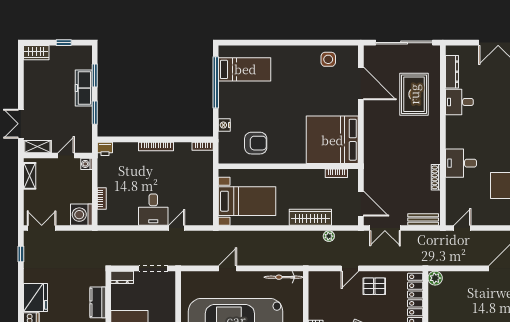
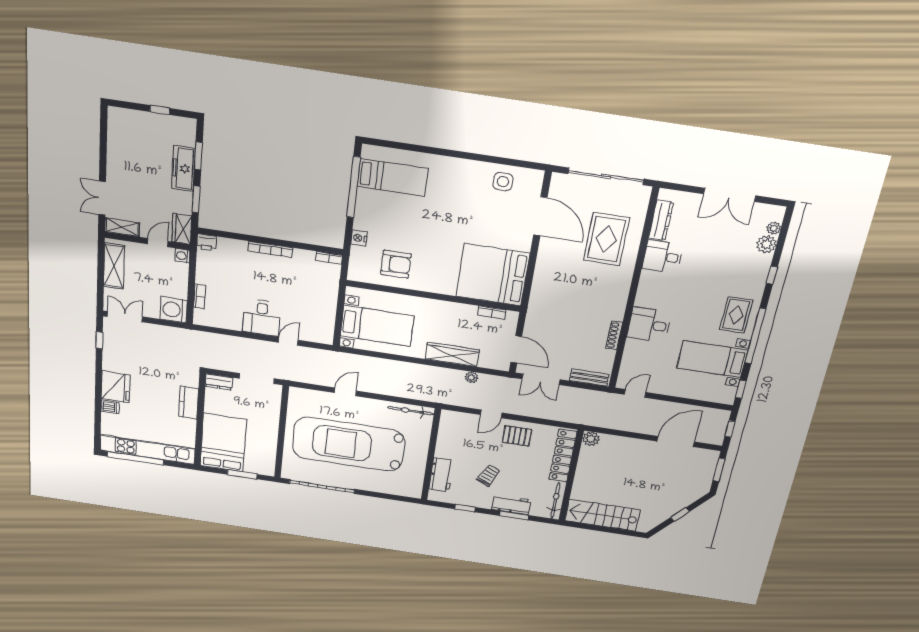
wardrobe: (36, 53) -> (182, 229), moved, turned 90
shelving: (30, 176) -> (114, 266), width x1.50, depth x1.33

